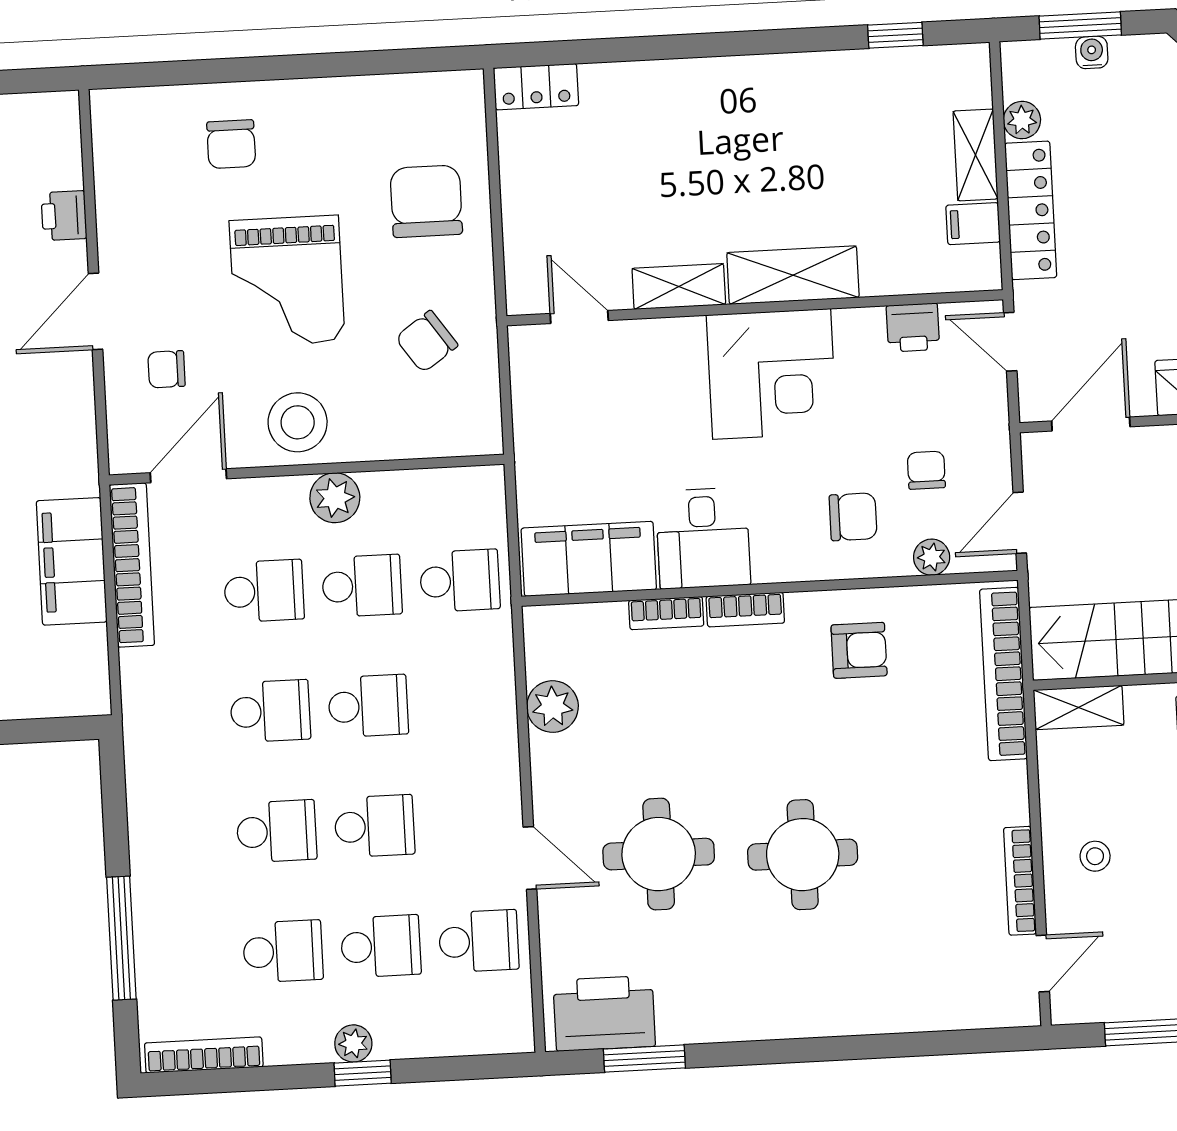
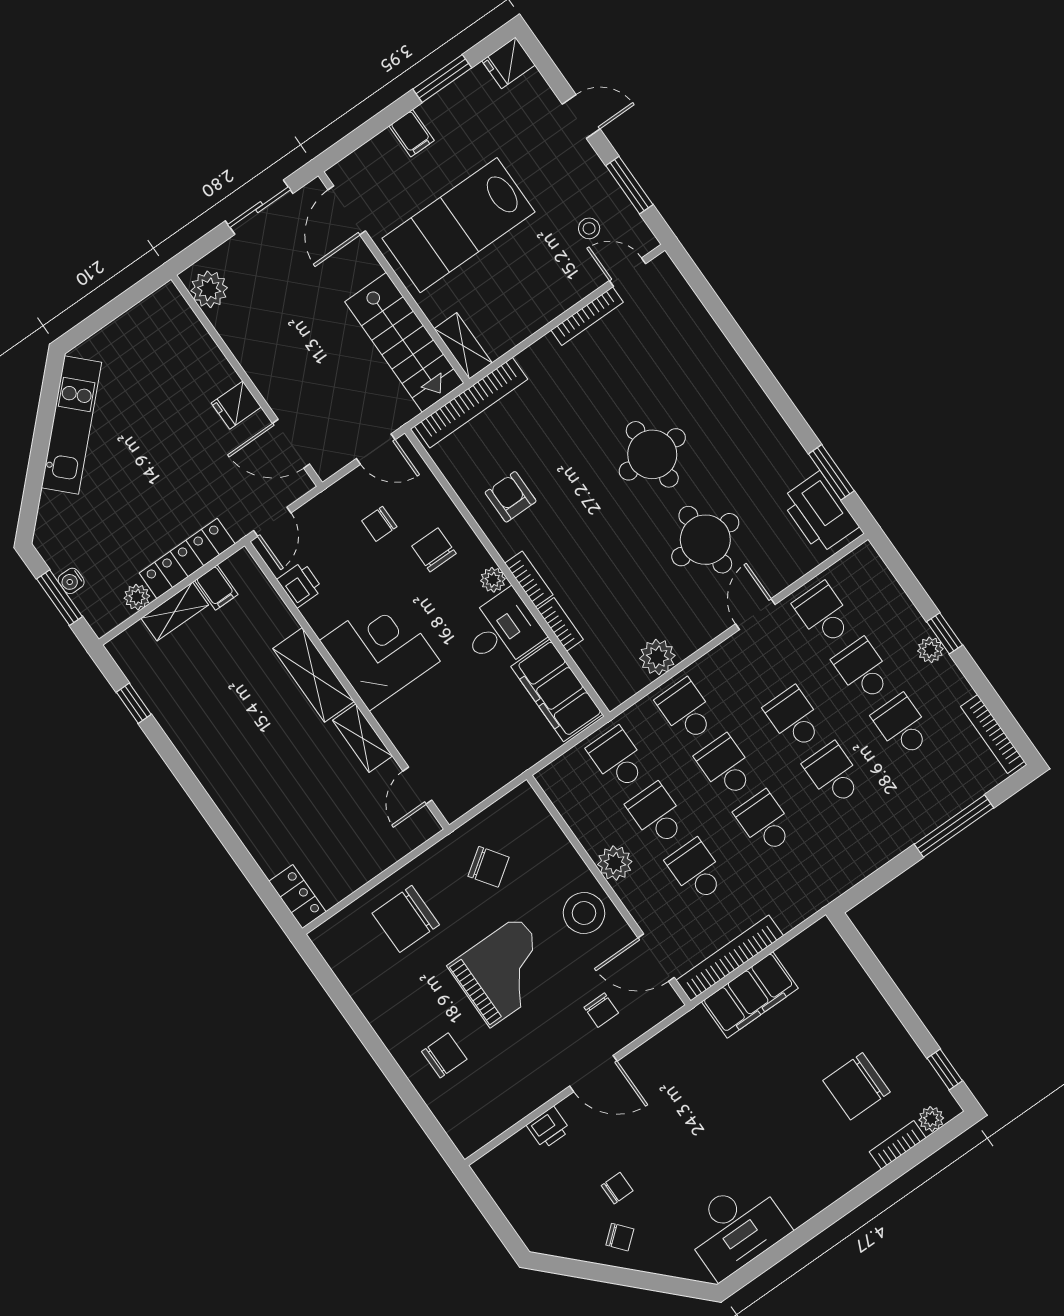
plant: (932, 557) -> (493, 580), moved
school desk: (466, 701) -> (686, 710), added
stool: (1095, 856) -> (589, 228), moved

